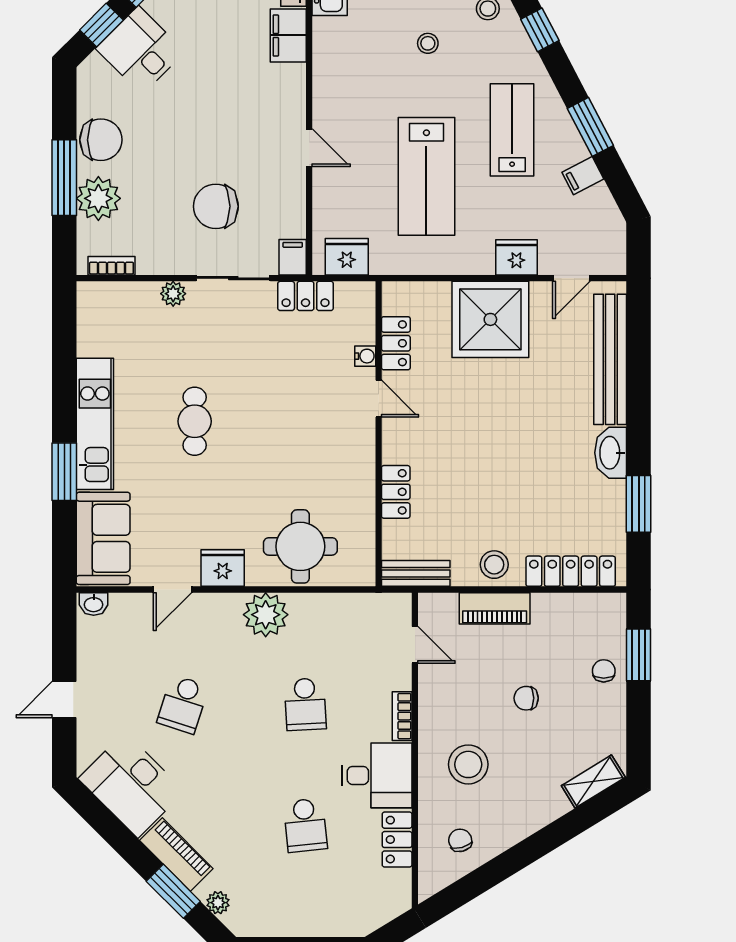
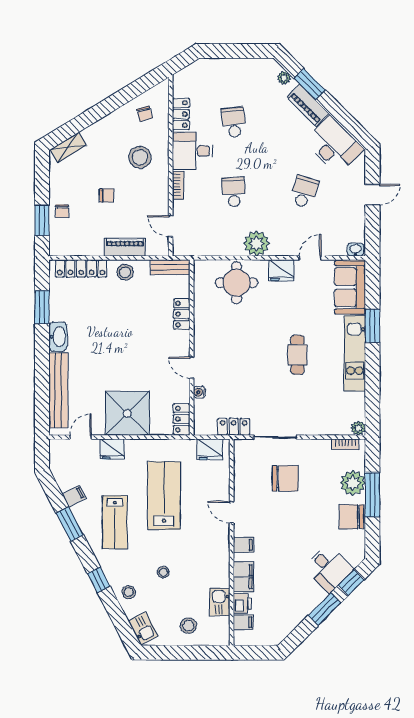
filing cabinet: (293, 257) -> (244, 545), moved, turned -90
plant: (173, 294) -> (358, 428), moved
locker: (396, 343) -> (182, 419), moved

